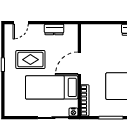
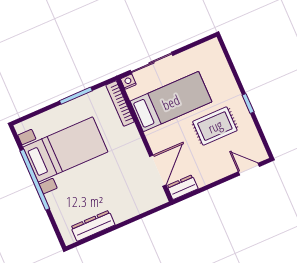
door: (21, 23) -> (249, 169), hinge flipped
dresser: (54, 29) -> (182, 187), moved
door: (79, 63) -> (158, 171), moved

